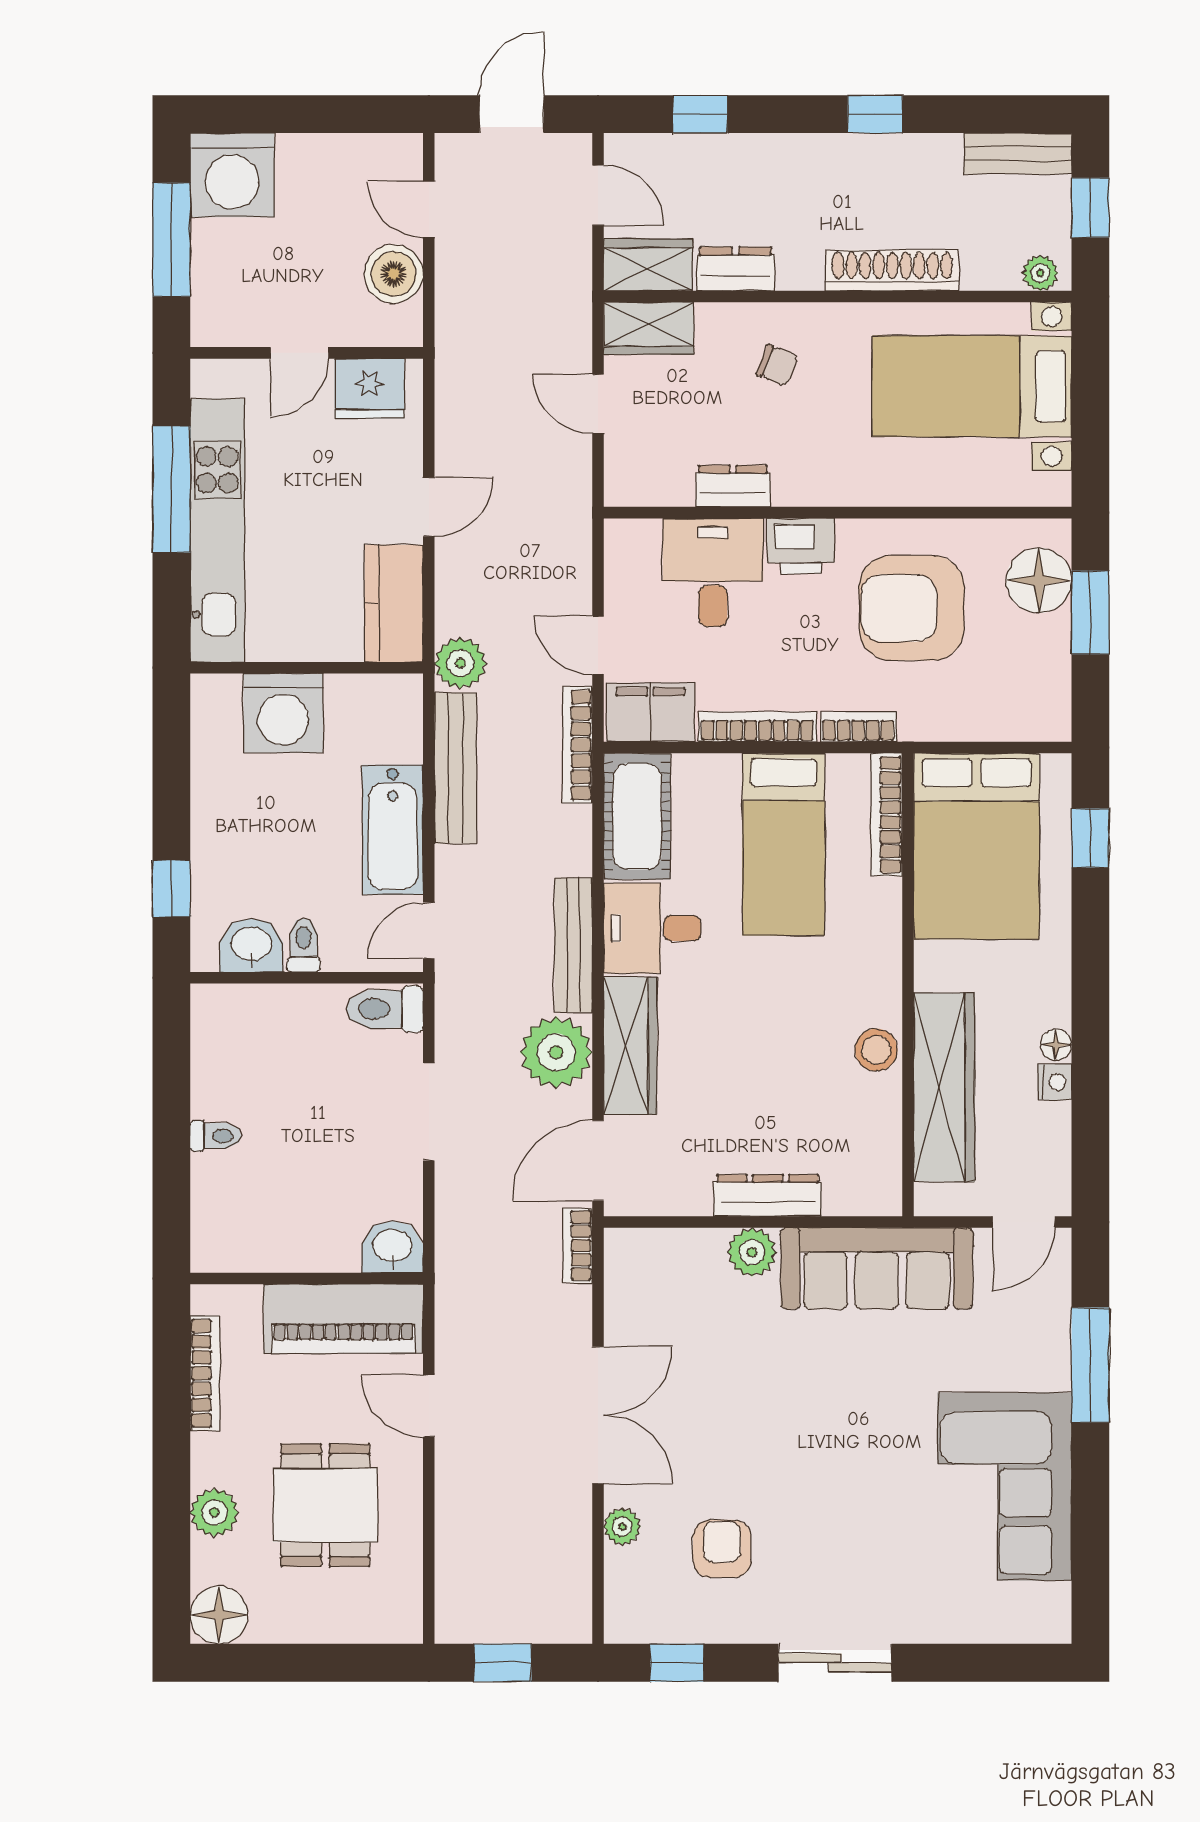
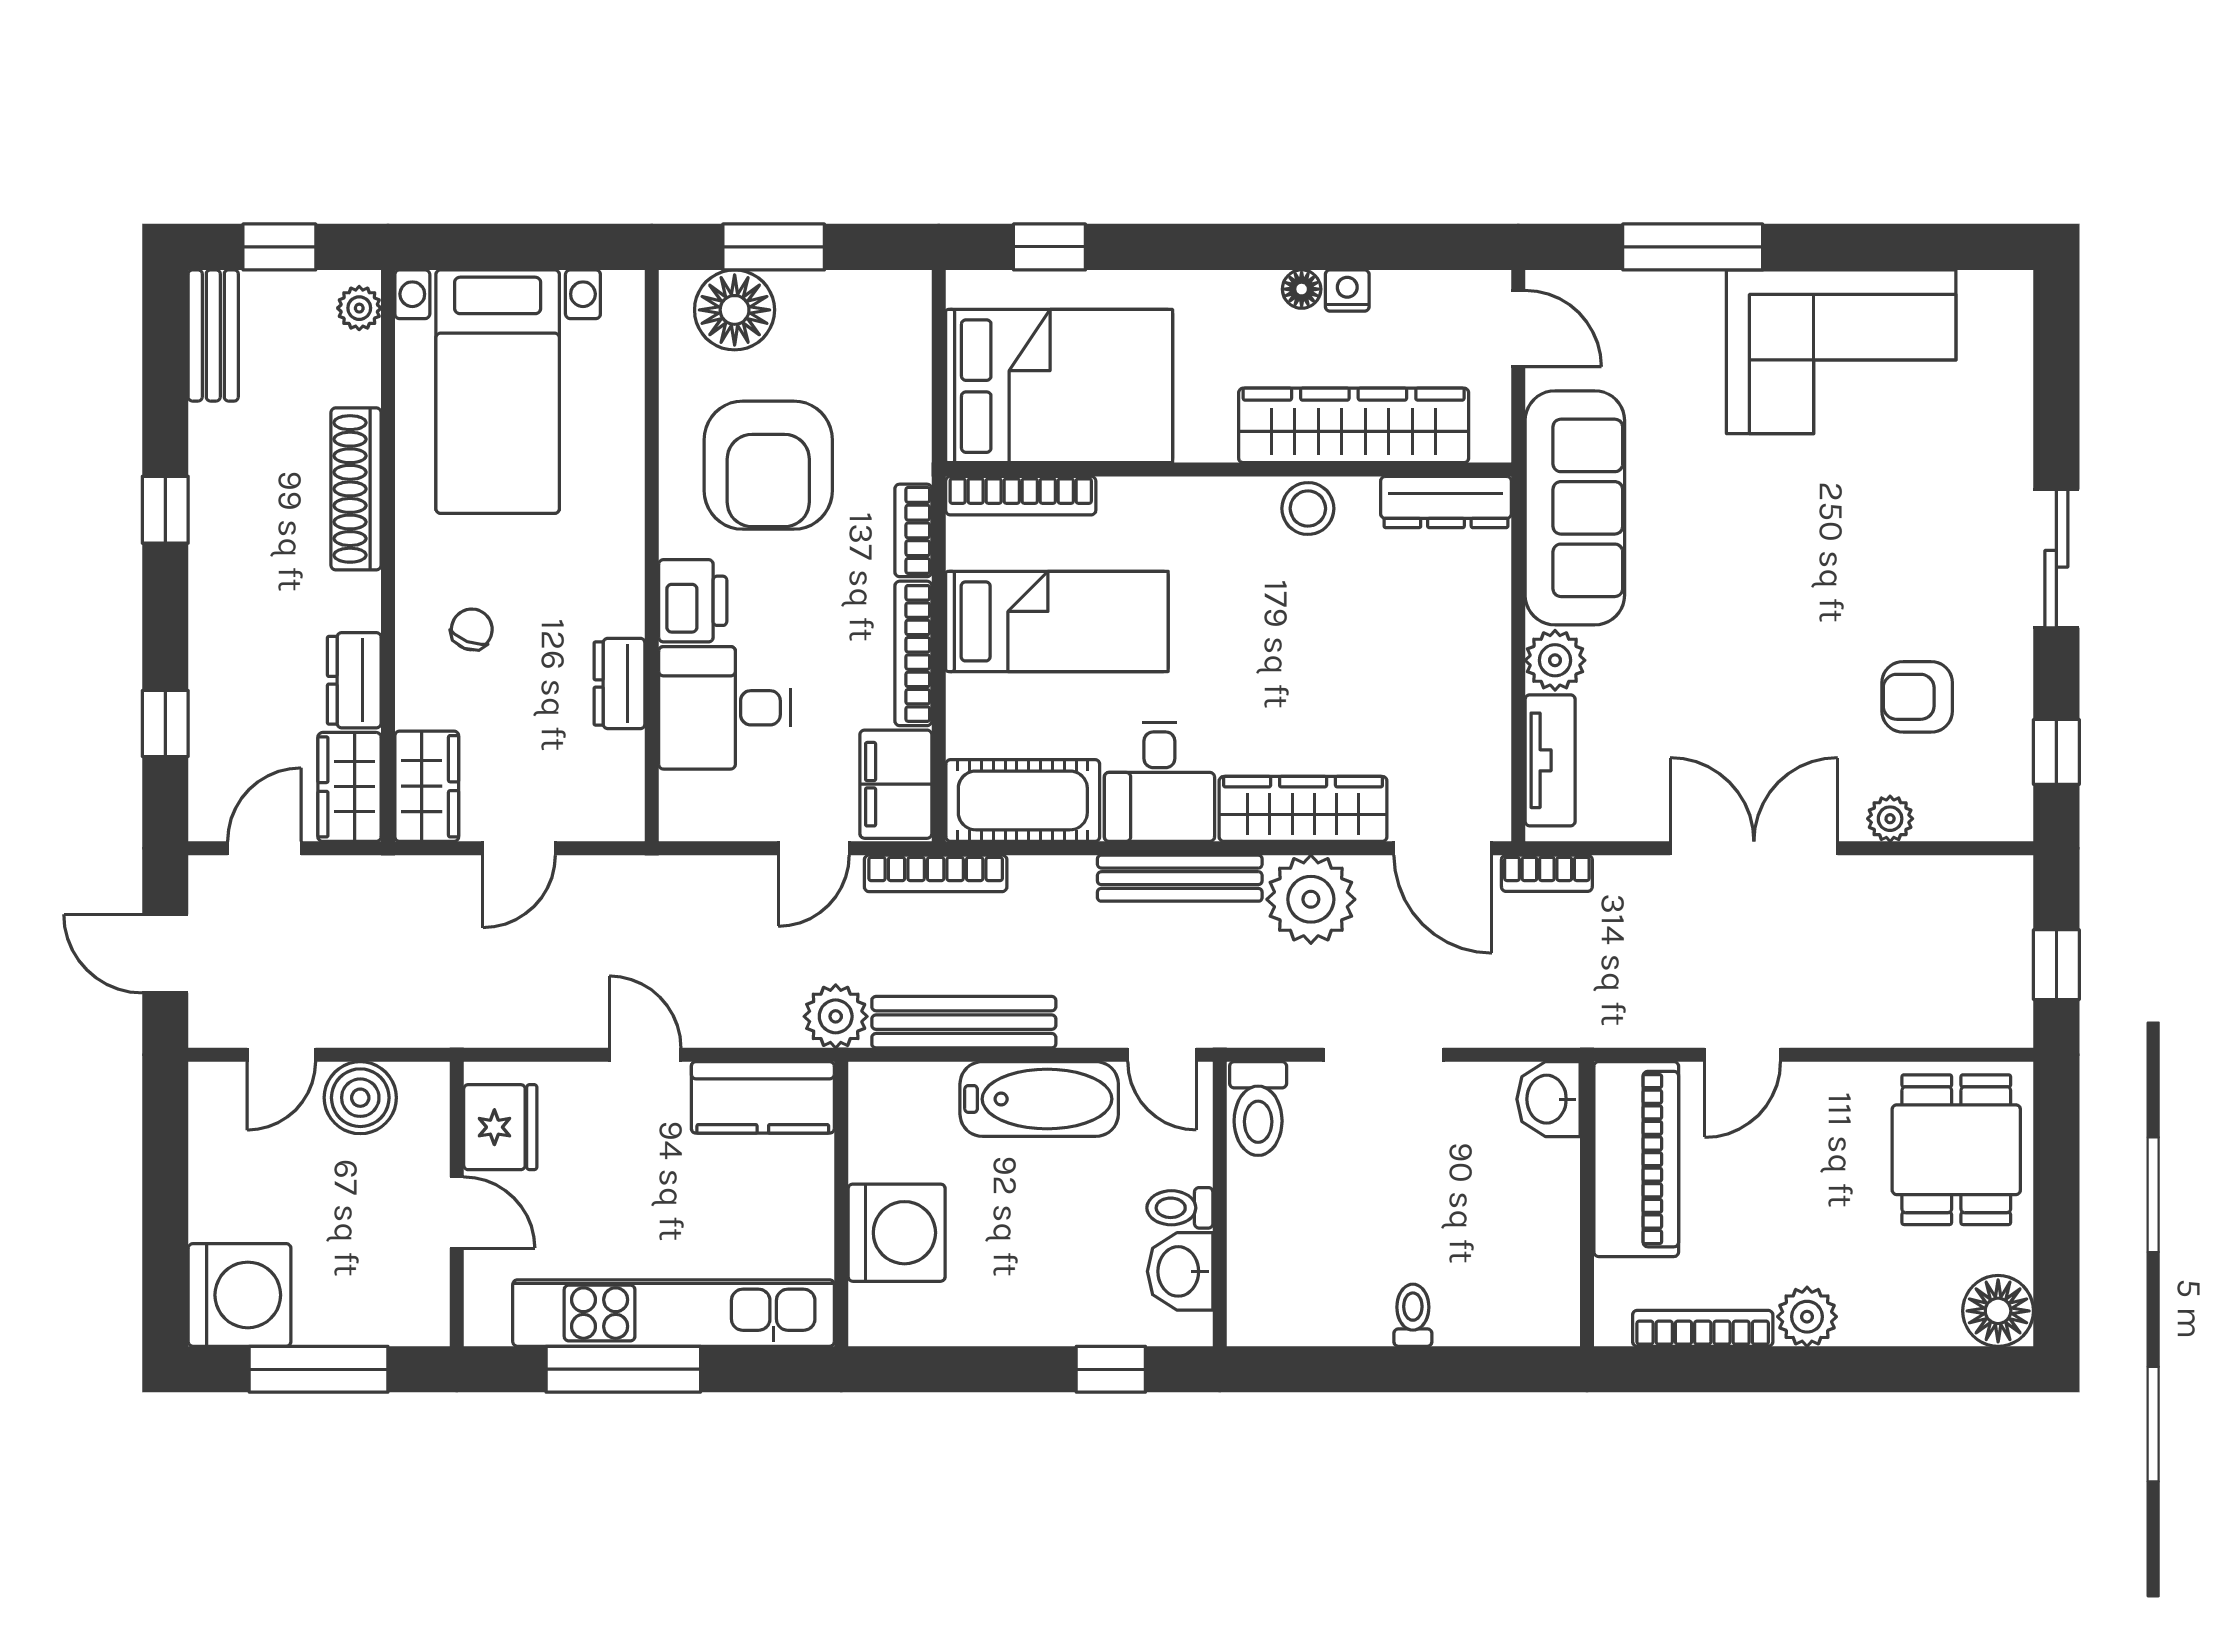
dresser: (768, 1196) -> (1446, 502), moved, turned -90
tv unit: (670, 1248) -> (1550, 760), added
dining table: (325, 1505) -> (1956, 1150), moved, turned 90
plant: (214, 1513) -> (1807, 1317), moved

